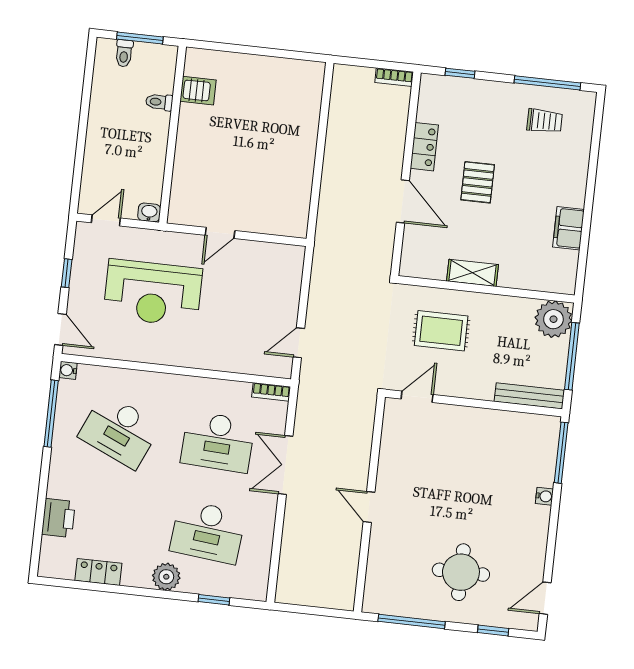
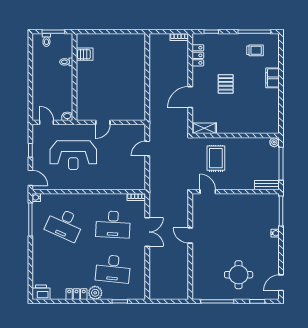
locker: (424, 147) -> (198, 55), moved
door: (403, 201) -> (190, 97), swing flipped
door: (106, 220) -> (47, 122), hinge flipped
filing cabinet: (569, 228) -> (272, 78), moved
shelving: (472, 273) -> (204, 128), moved
plant: (553, 319) -> (274, 142), width x0.53, depth x0.53
rug: (441, 331) -> (216, 158), turned 90
door: (299, 343) -> (147, 149), moved
bench: (529, 396) -> (267, 185), width x0.73
door: (417, 397) -> (208, 192), hinge flipped
double door: (285, 465) -> (147, 232), swing flipped
door: (369, 507) -> (190, 236), moved
printer: (58, 518) -> (41, 292), moved, turned -90
locker: (98, 572) -> (76, 294), moved

